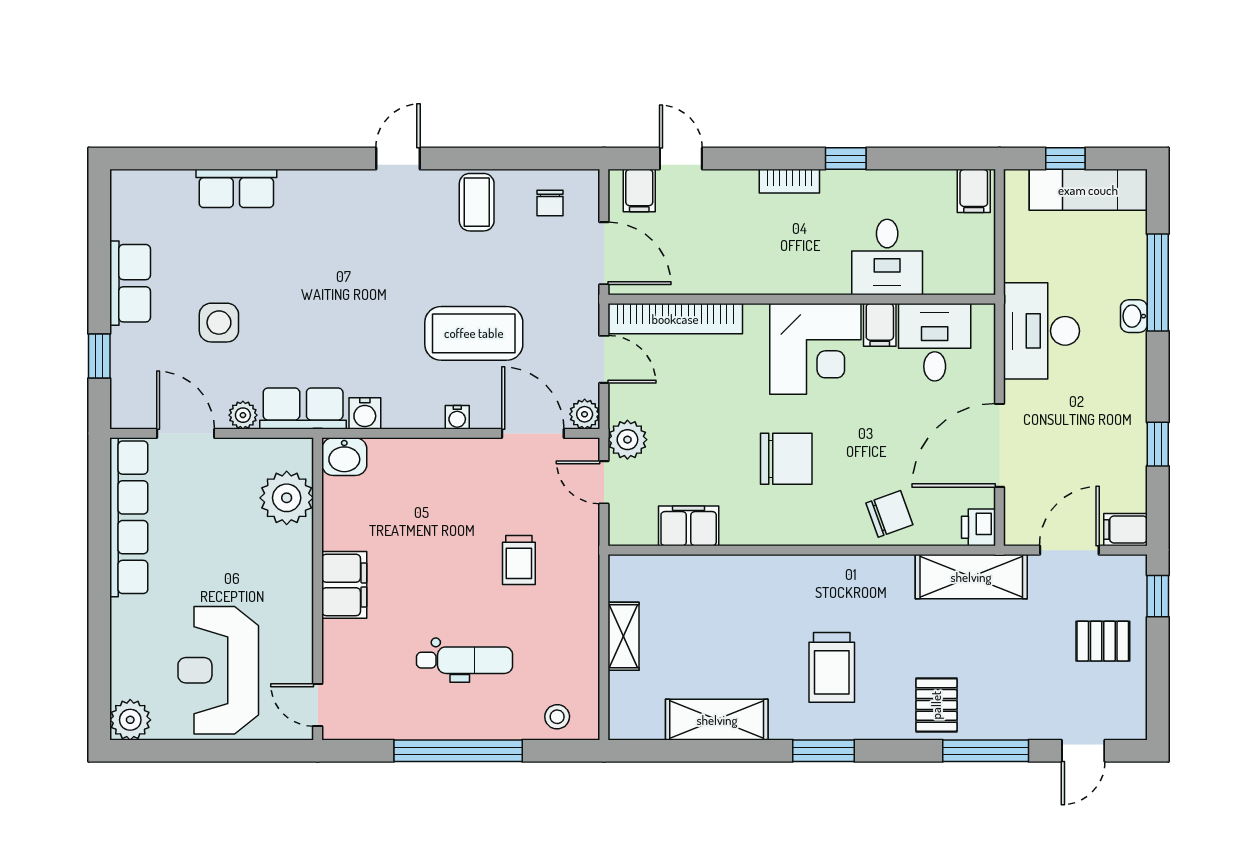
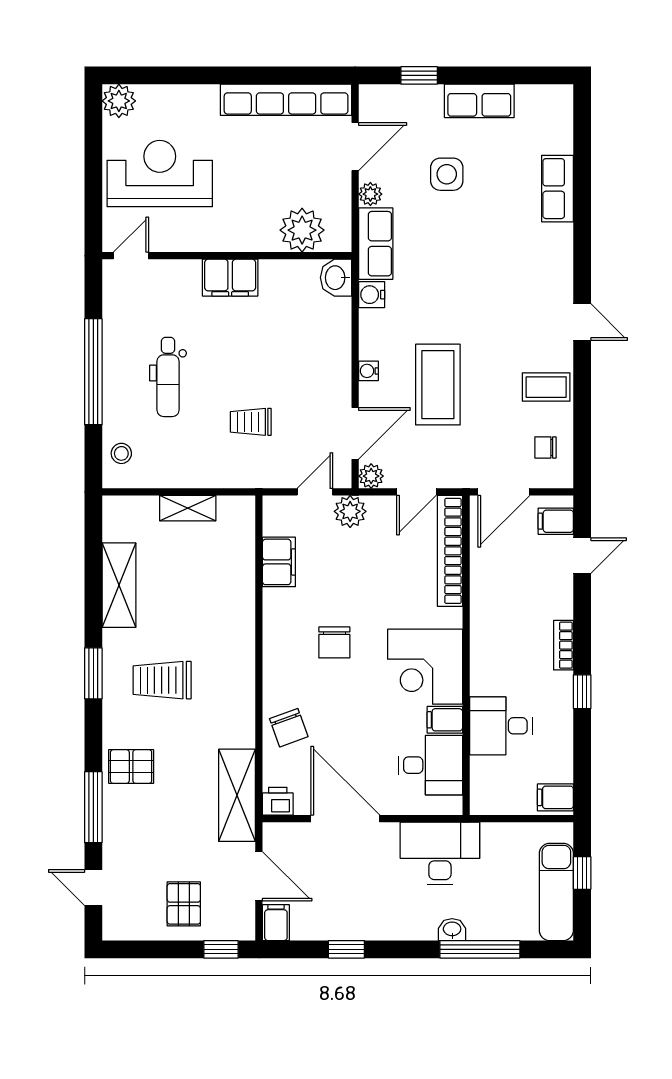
chair: (786, 459) -> (334, 642), width x0.73, depth x0.73

